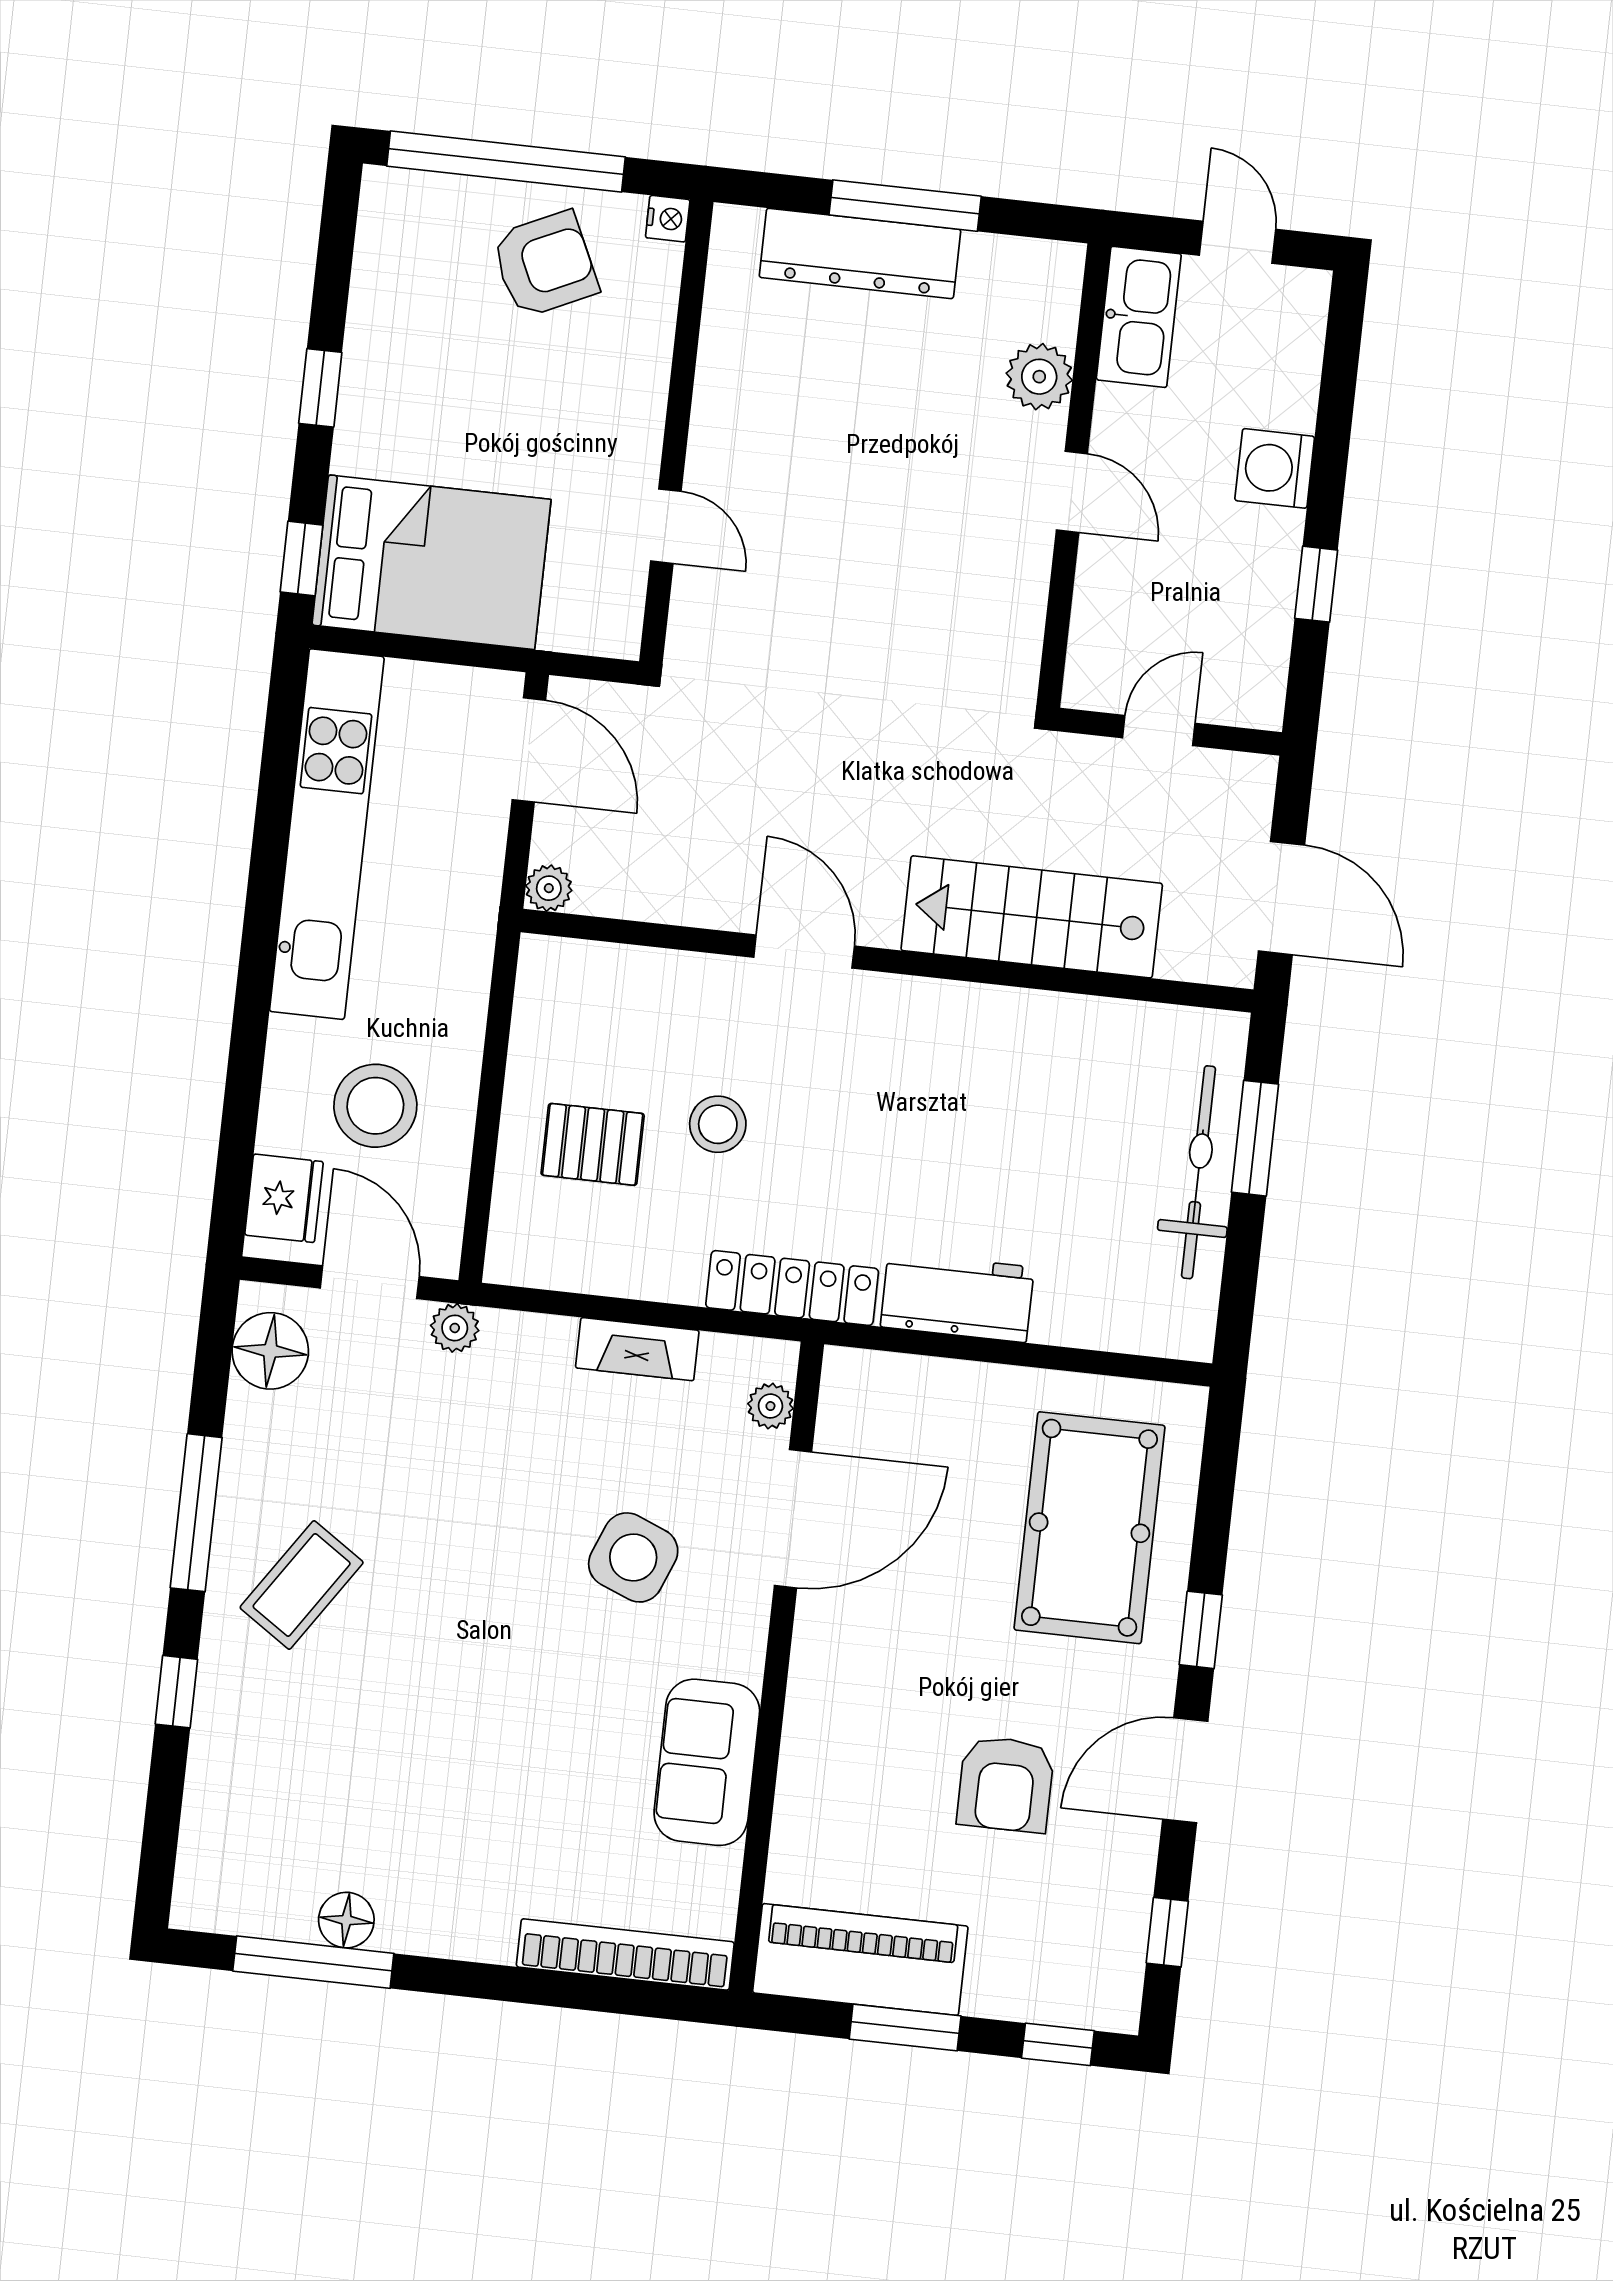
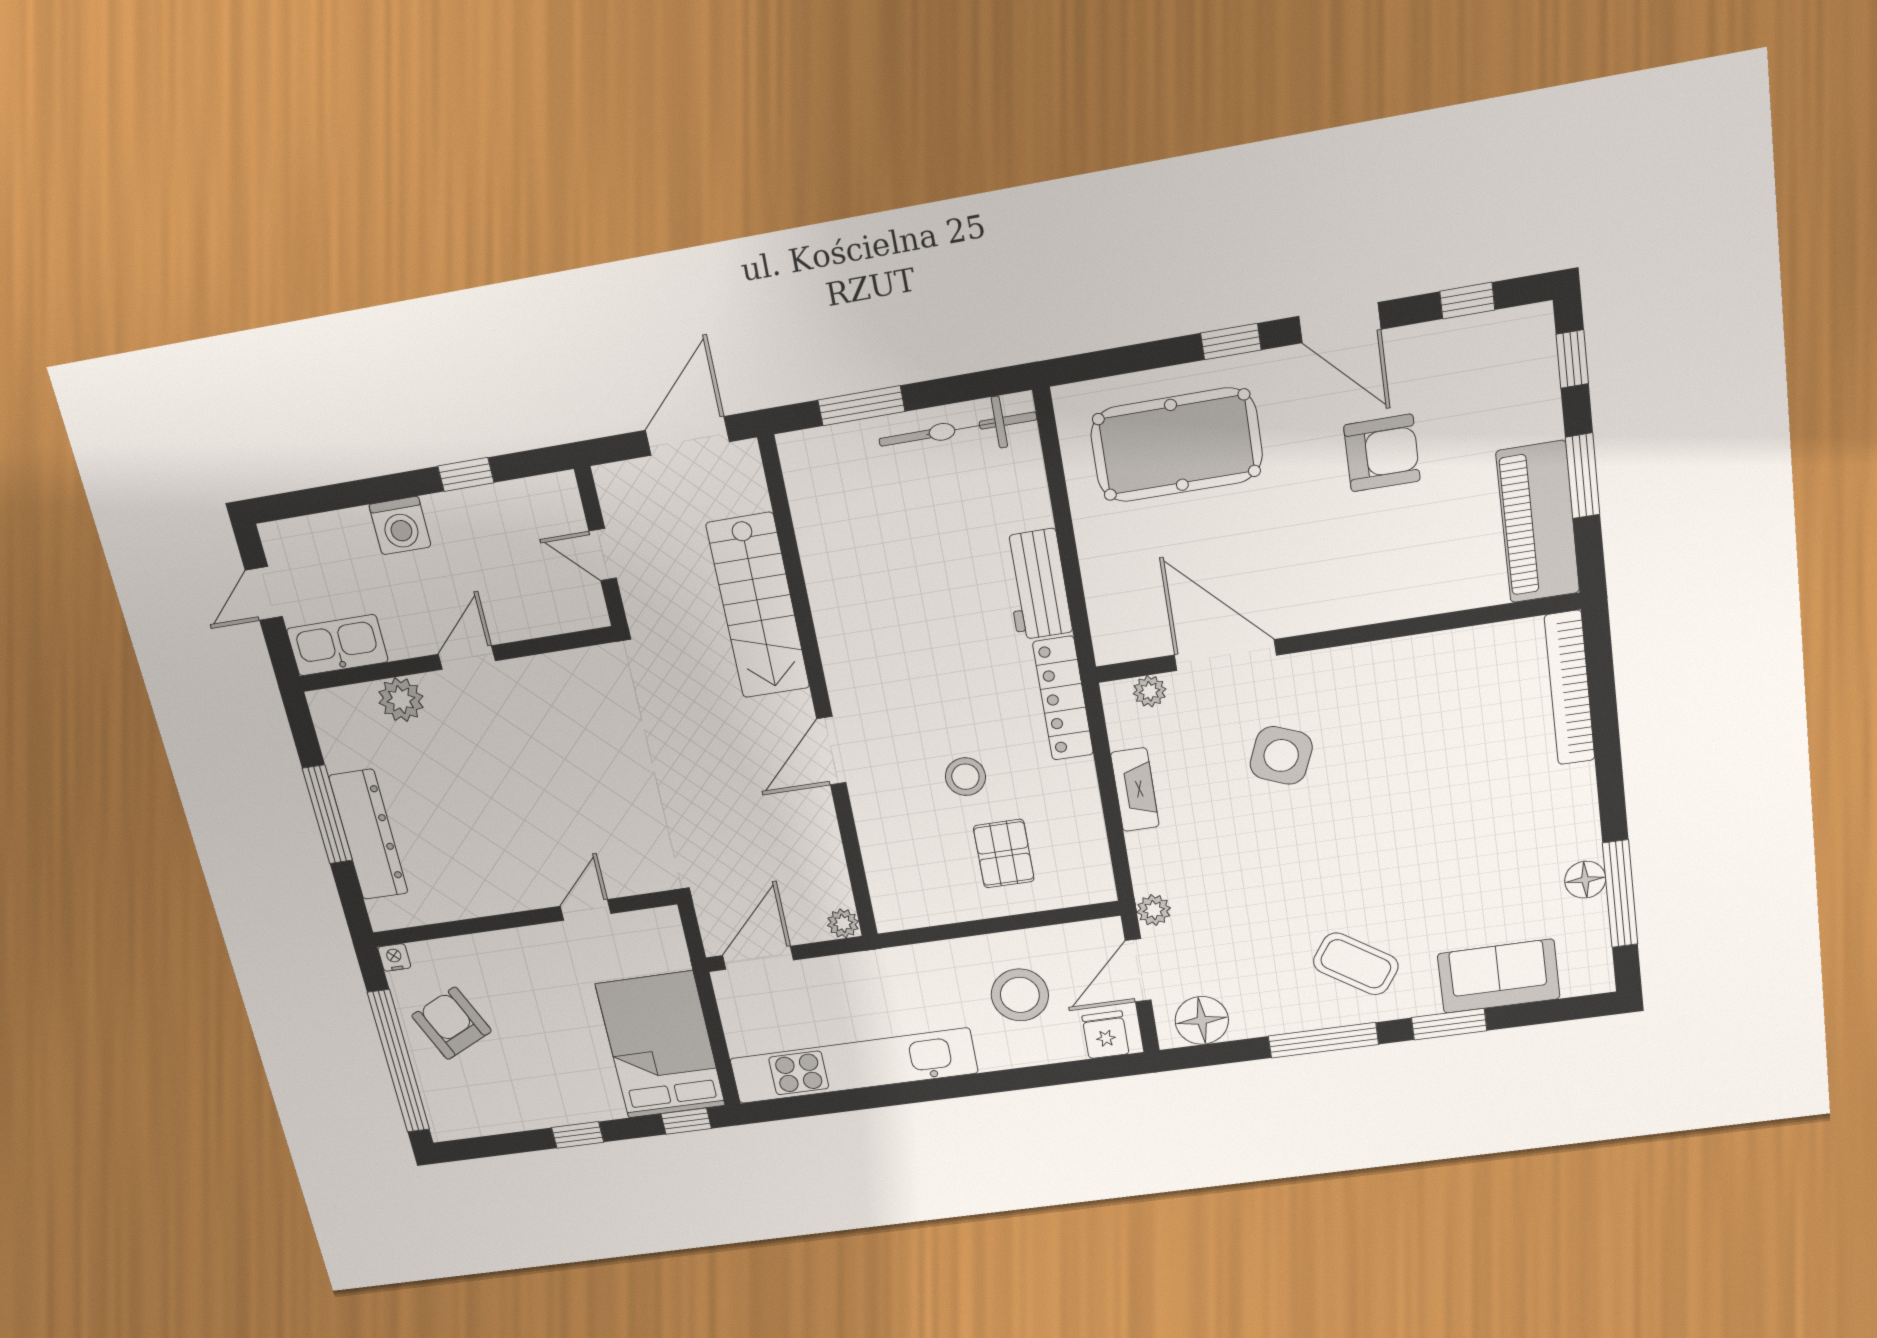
bicycle: (1199, 1172) -> (958, 429), moved
fridge: (284, 1198) -> (1105, 1035), width x0.72
window: (176, 1692) -> (1449, 1024), width x1.50
sofa: (707, 1762) -> (1499, 976), moved, turned 180

